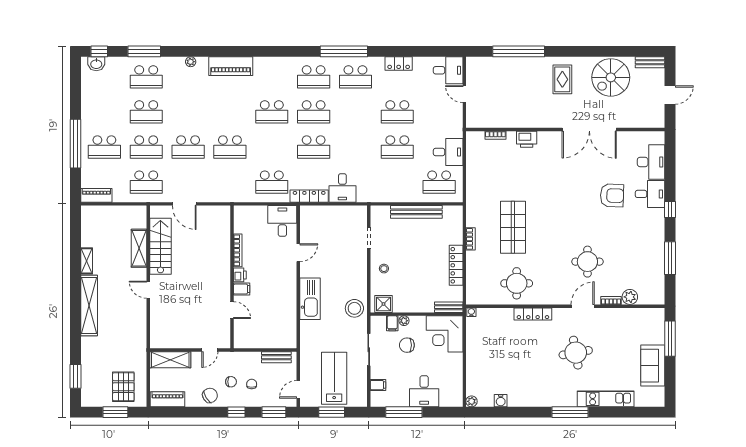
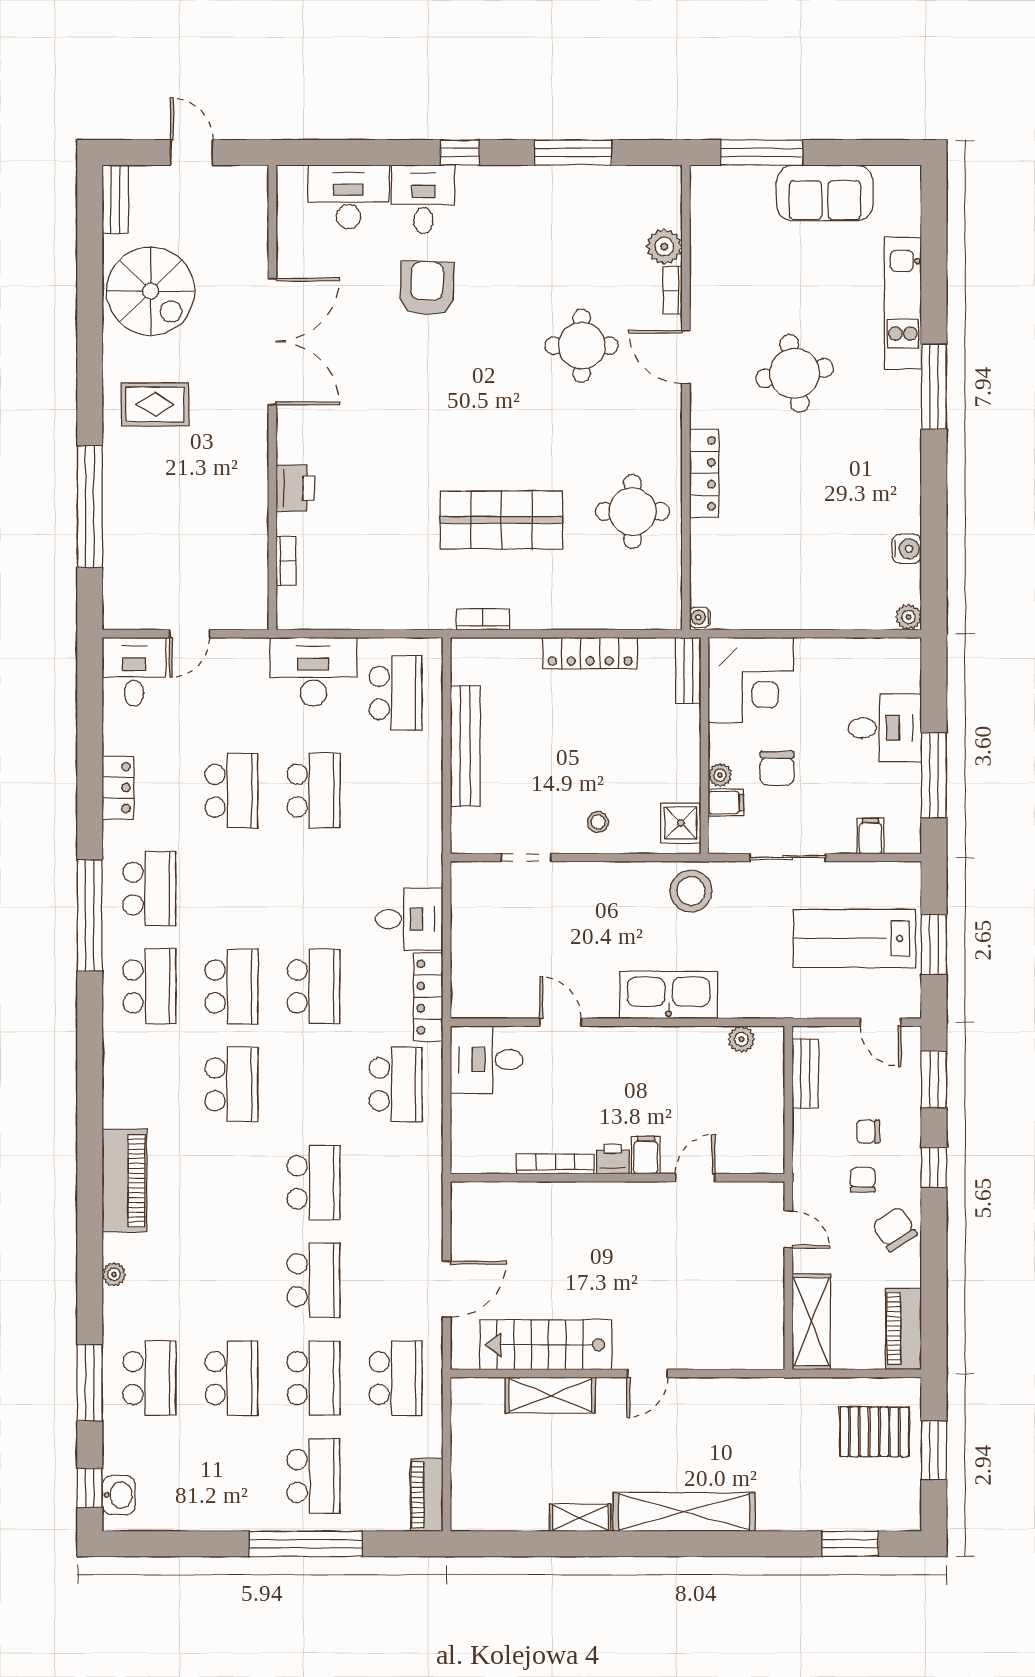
desk: (448, 152) -> (313, 672), width x1.37
bookcase: (470, 239) -> (483, 619), moved
plant: (291, 330) -> (741, 1039), added

